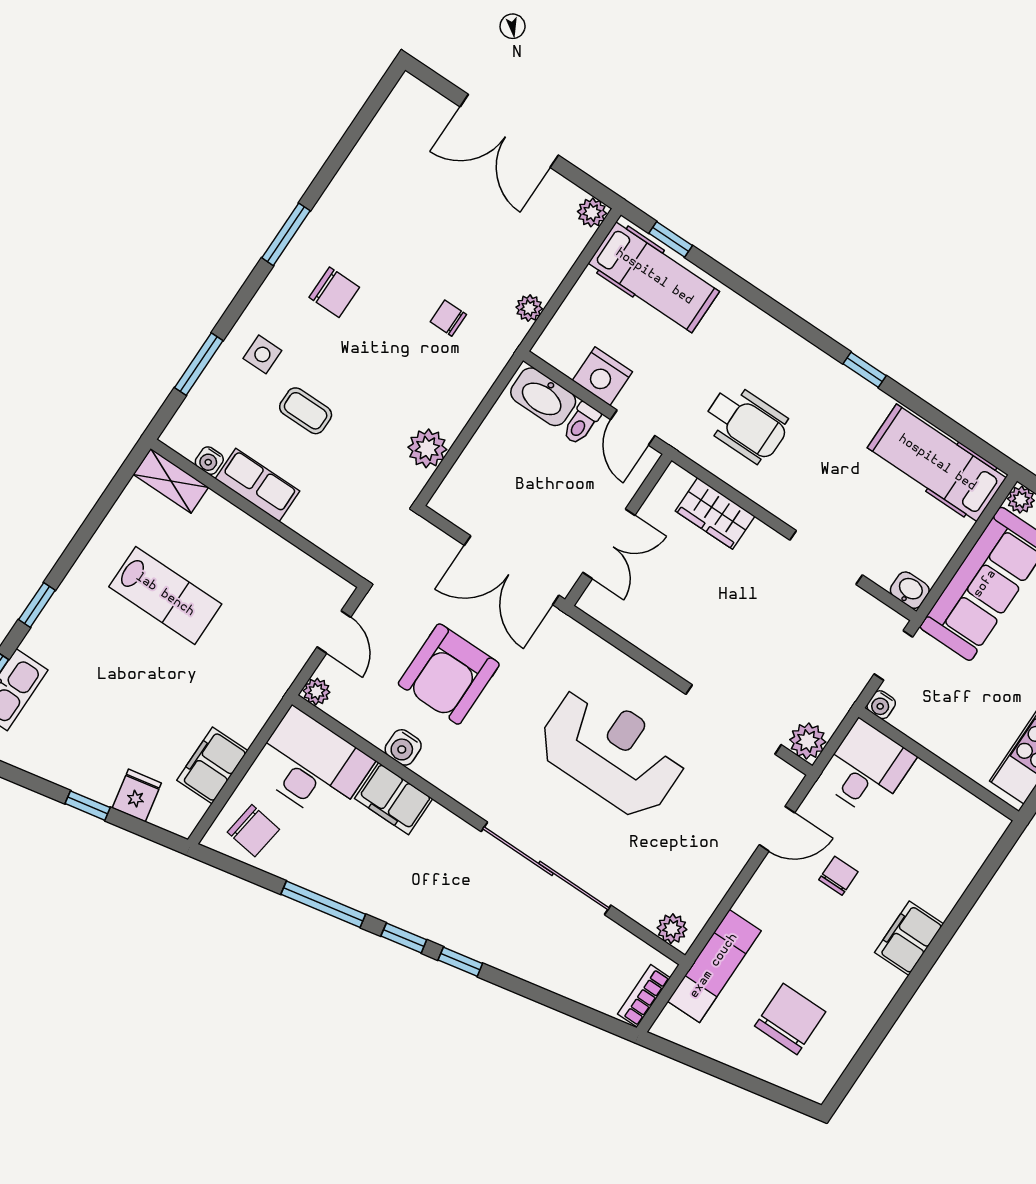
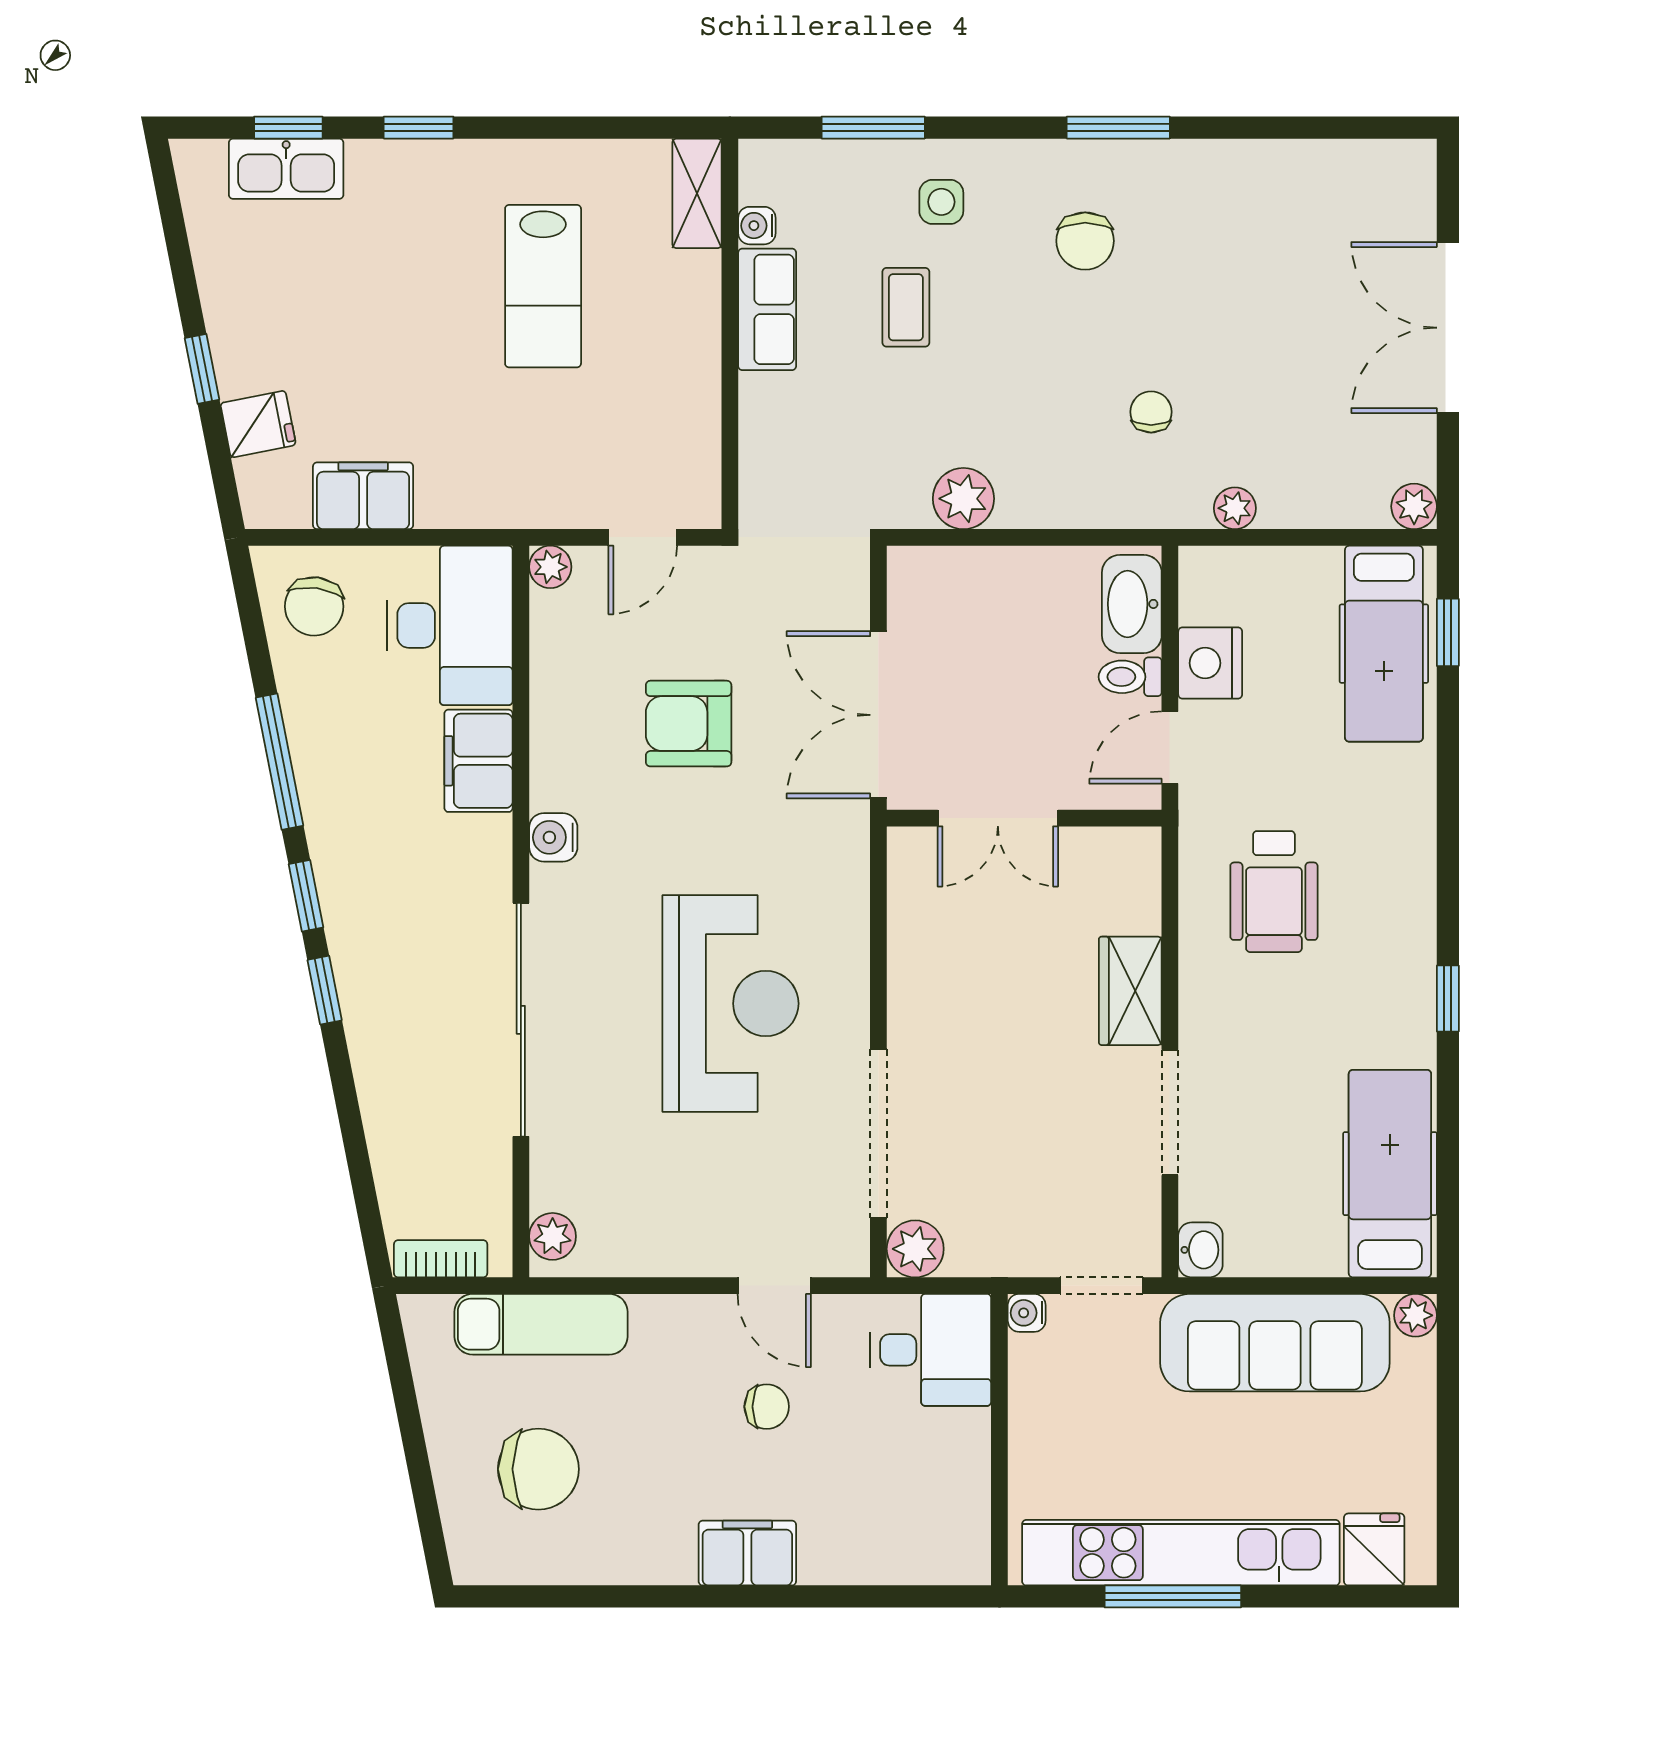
wardrobe: (715, 513) -> (1130, 991), moved
armchair: (449, 674) -> (689, 724), width x0.73, depth x0.73
water cooler: (403, 747) -> (553, 837), moved

